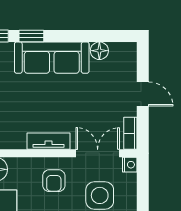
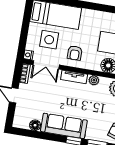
plant: (15, 141) -> (94, 80), added
armchair: (54, 181) -> (75, 53), turned 180

